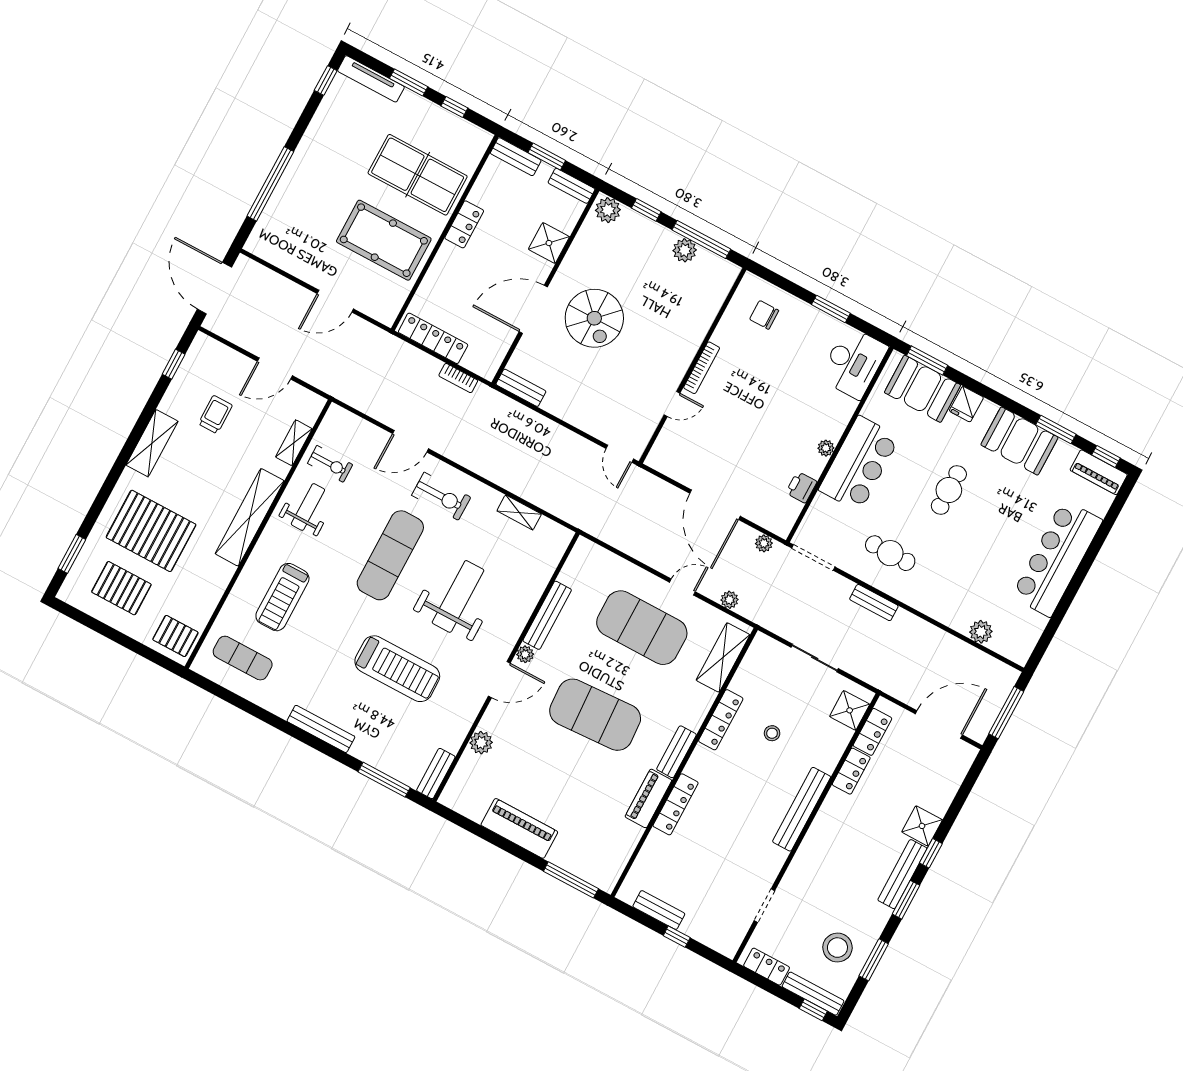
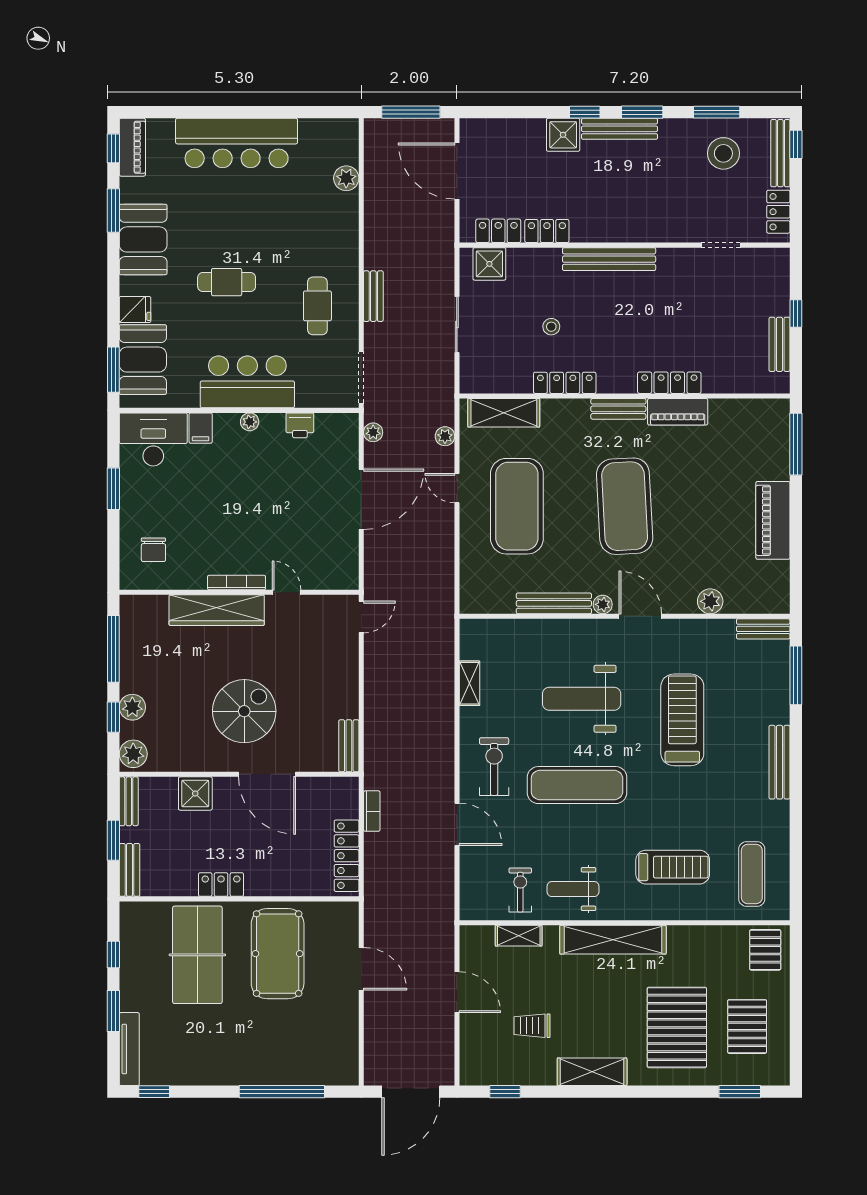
plant: (685, 250) -> (132, 707), moved
wardrobe: (688, 340) -> (217, 610), added
filing cabinet: (842, 406) -> (201, 428), added

